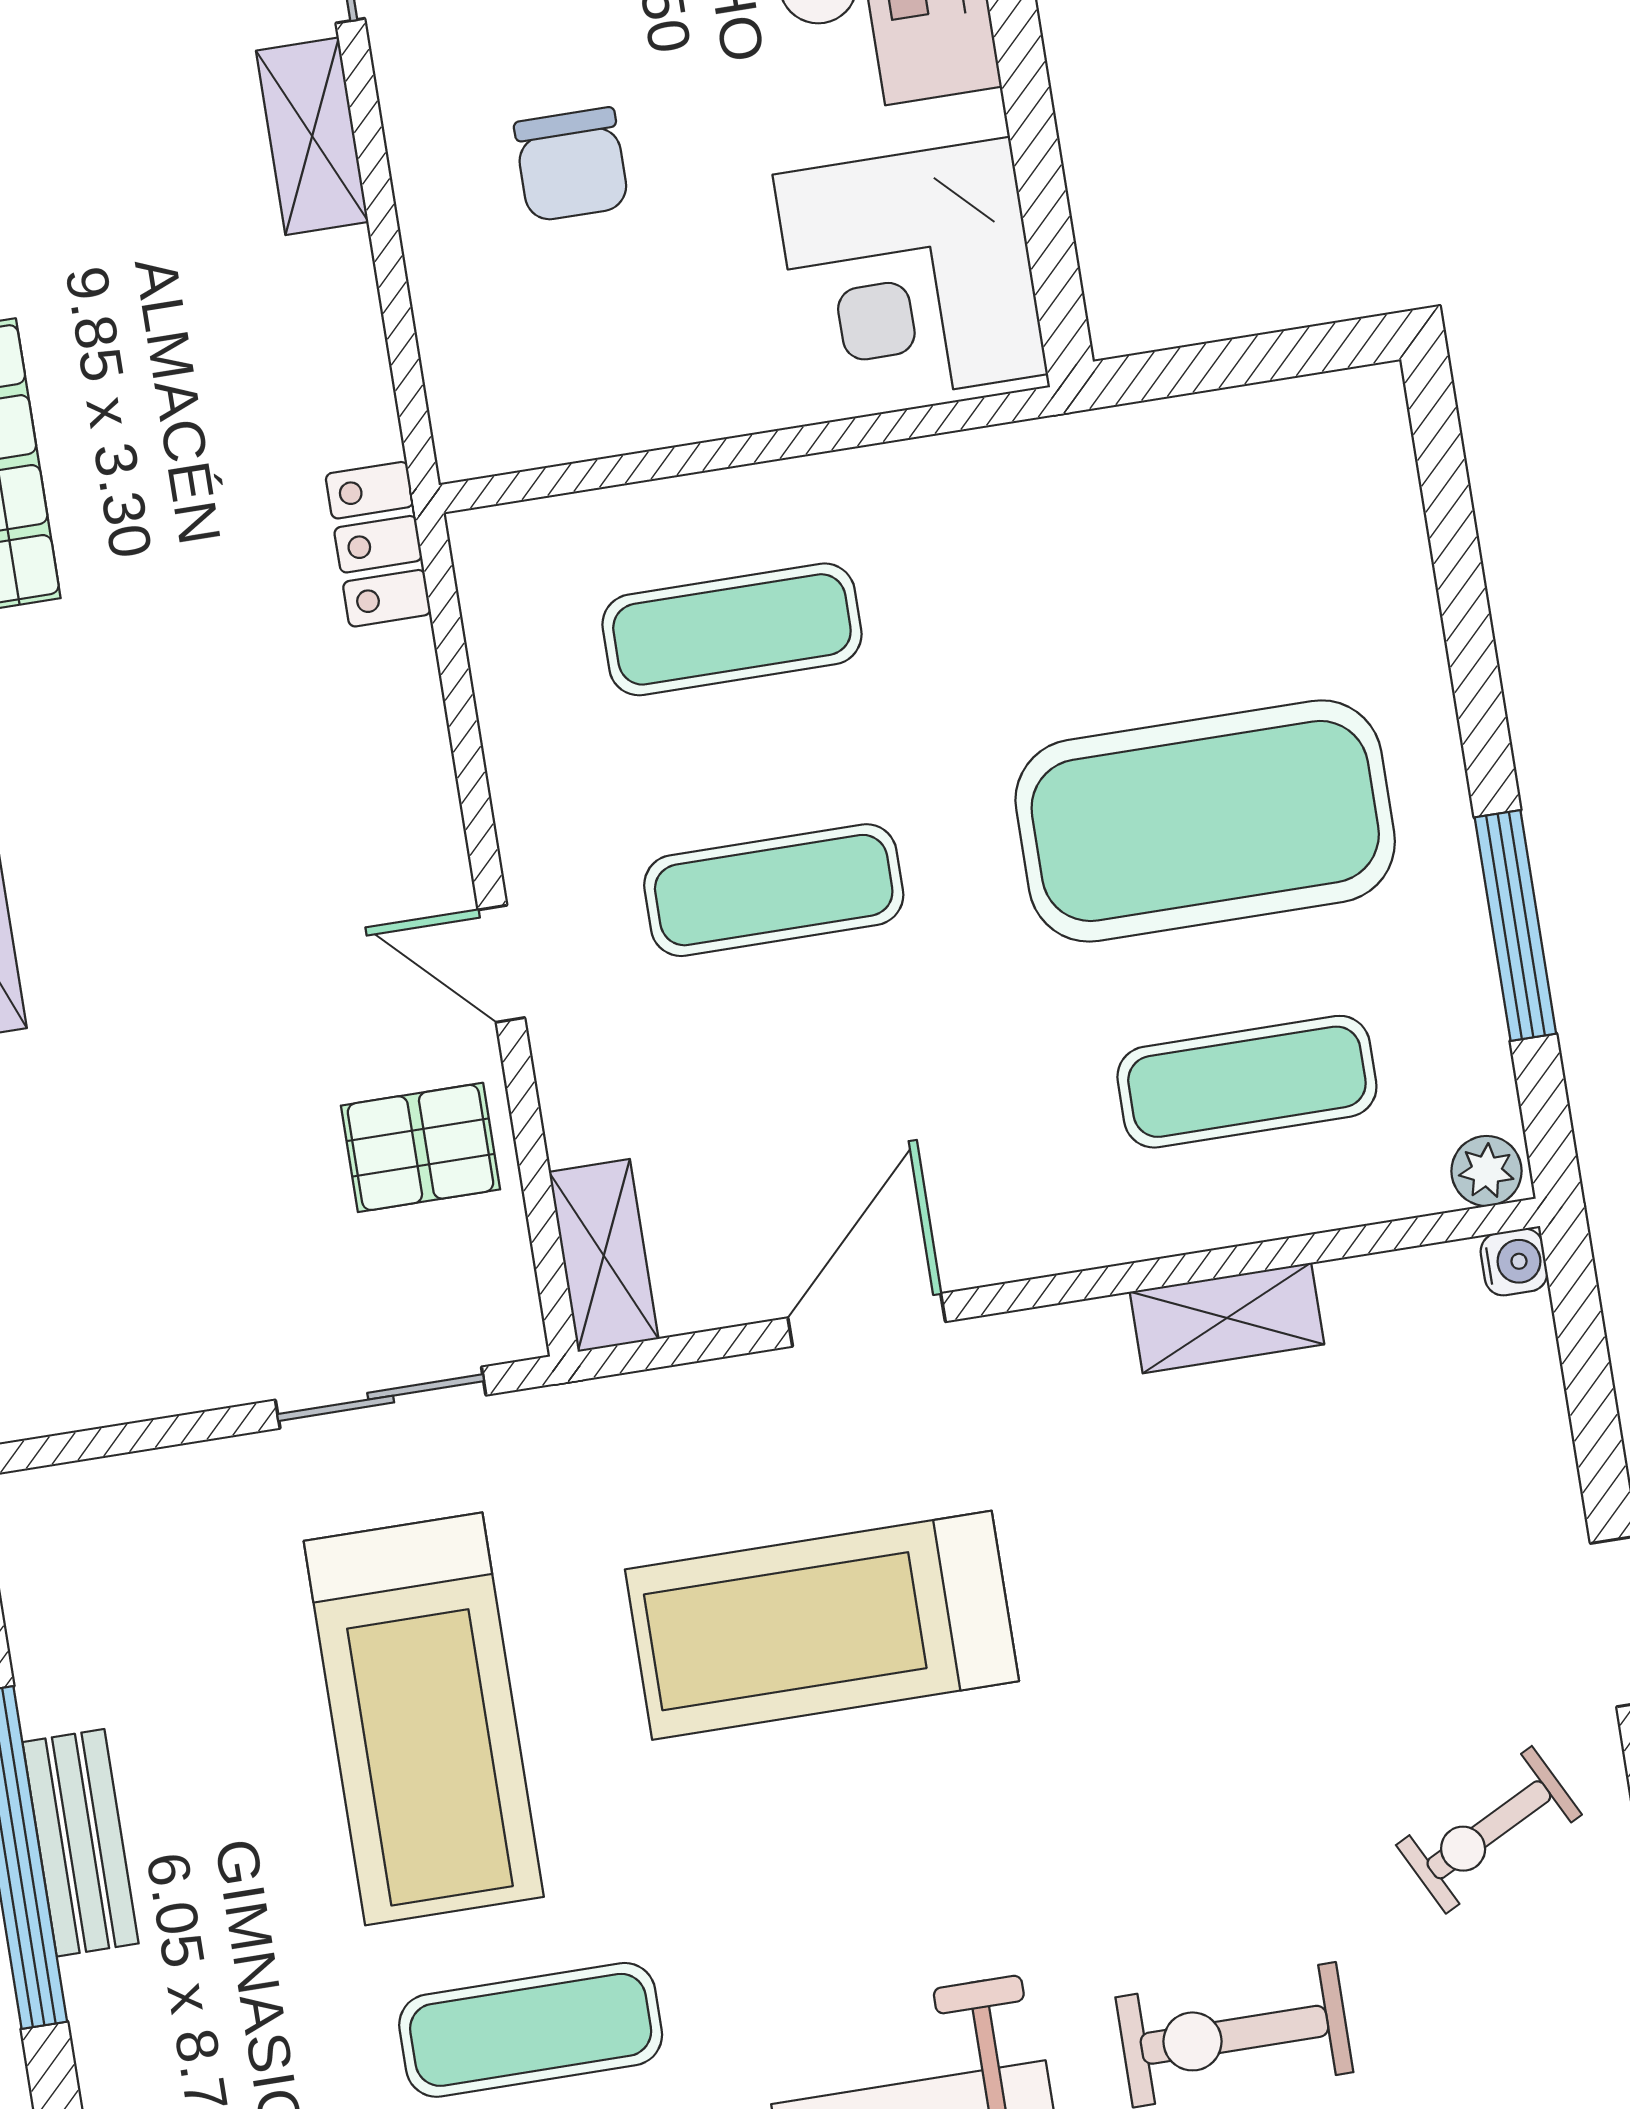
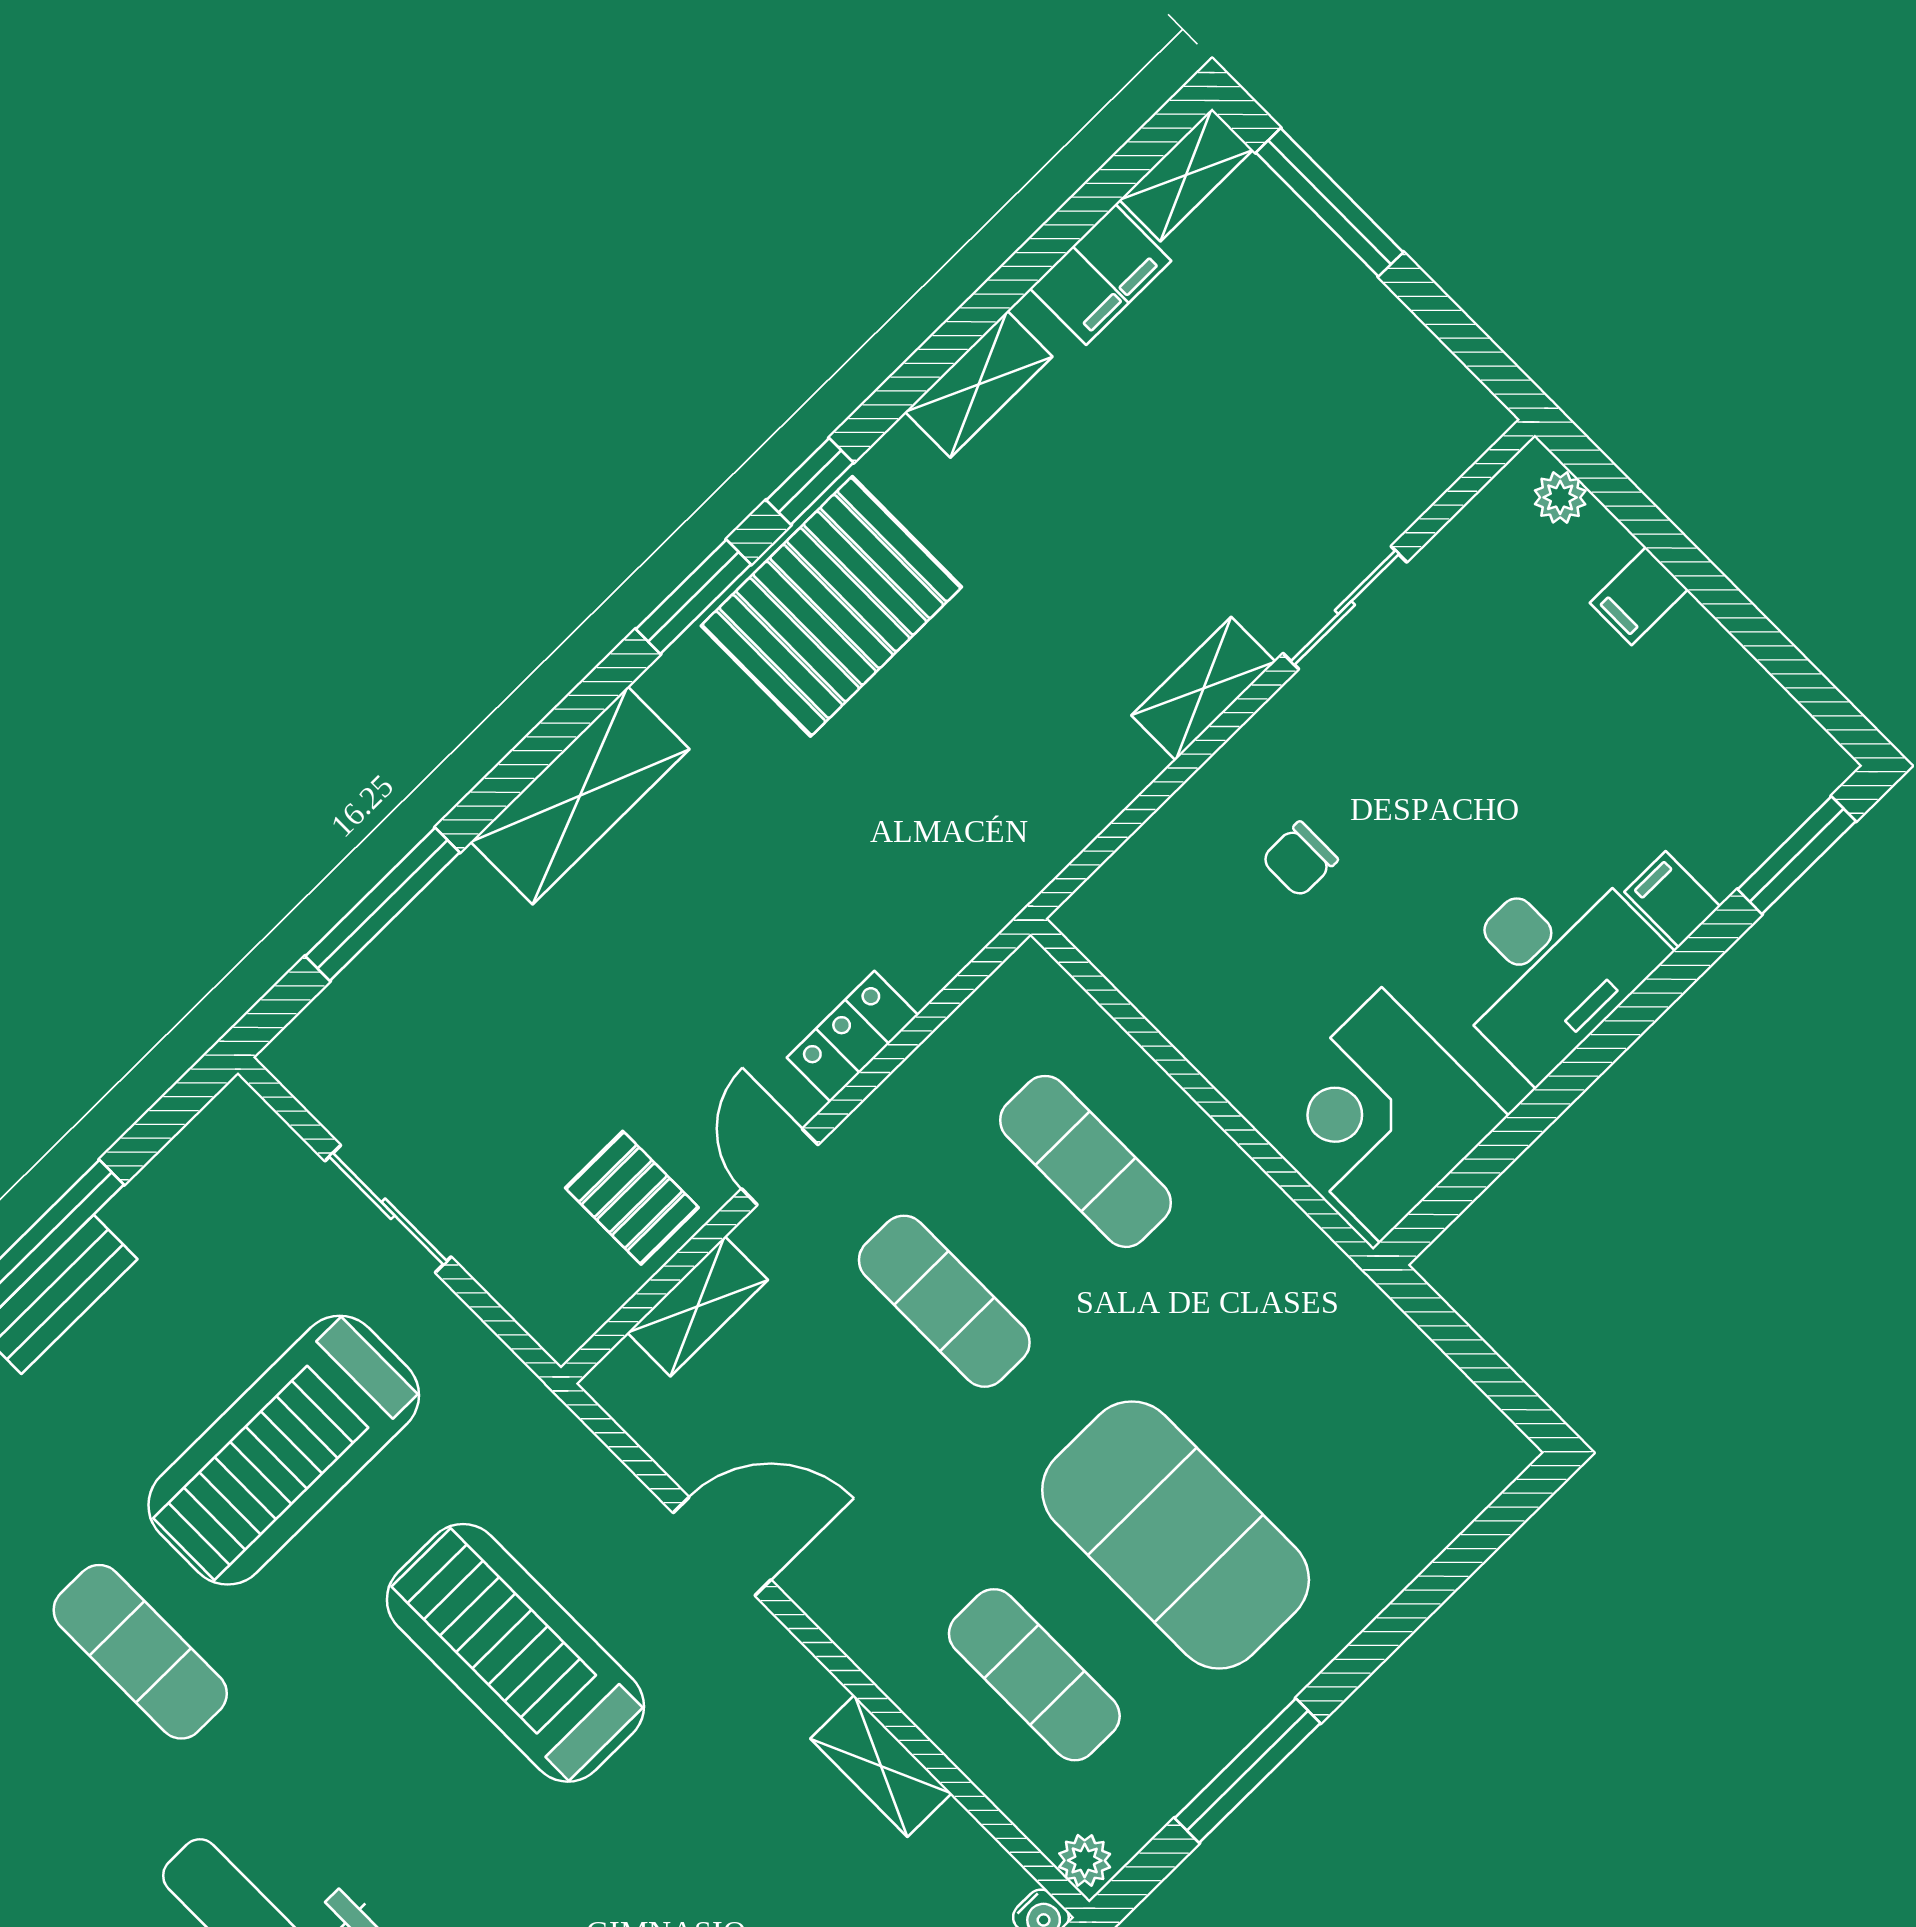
chair: (571, 165) -> (1300, 859), width x0.73, depth x0.73
locker: (378, 544) -> (853, 1036), moved
shelving: (604, 1255) -> (698, 1306), moved
sliding door: (381, 1398) -> (388, 1209), moved

